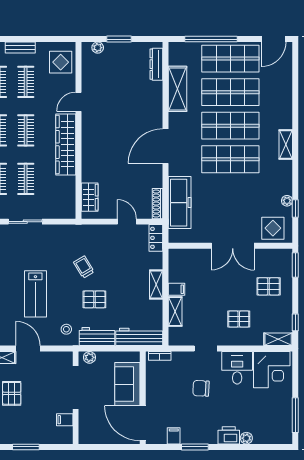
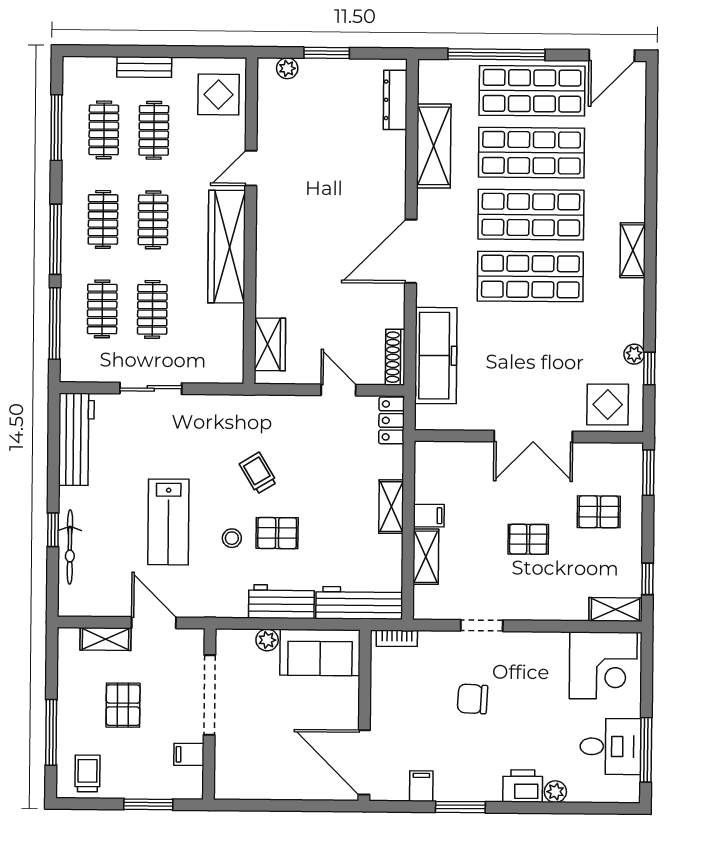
pallet: (239, 319) -> (528, 539), moved
stool: (66, 329) -> (232, 538), moved
desk: (237, 368) -> (611, 746), moved, turned 90
sofa: (127, 384) -> (320, 652), moved, turned -90
doorway: (76, 387) -> (209, 695), moved
wall: (76, 398) -> (209, 714), moved
filing cabinet: (65, 420) -> (189, 754), moved

